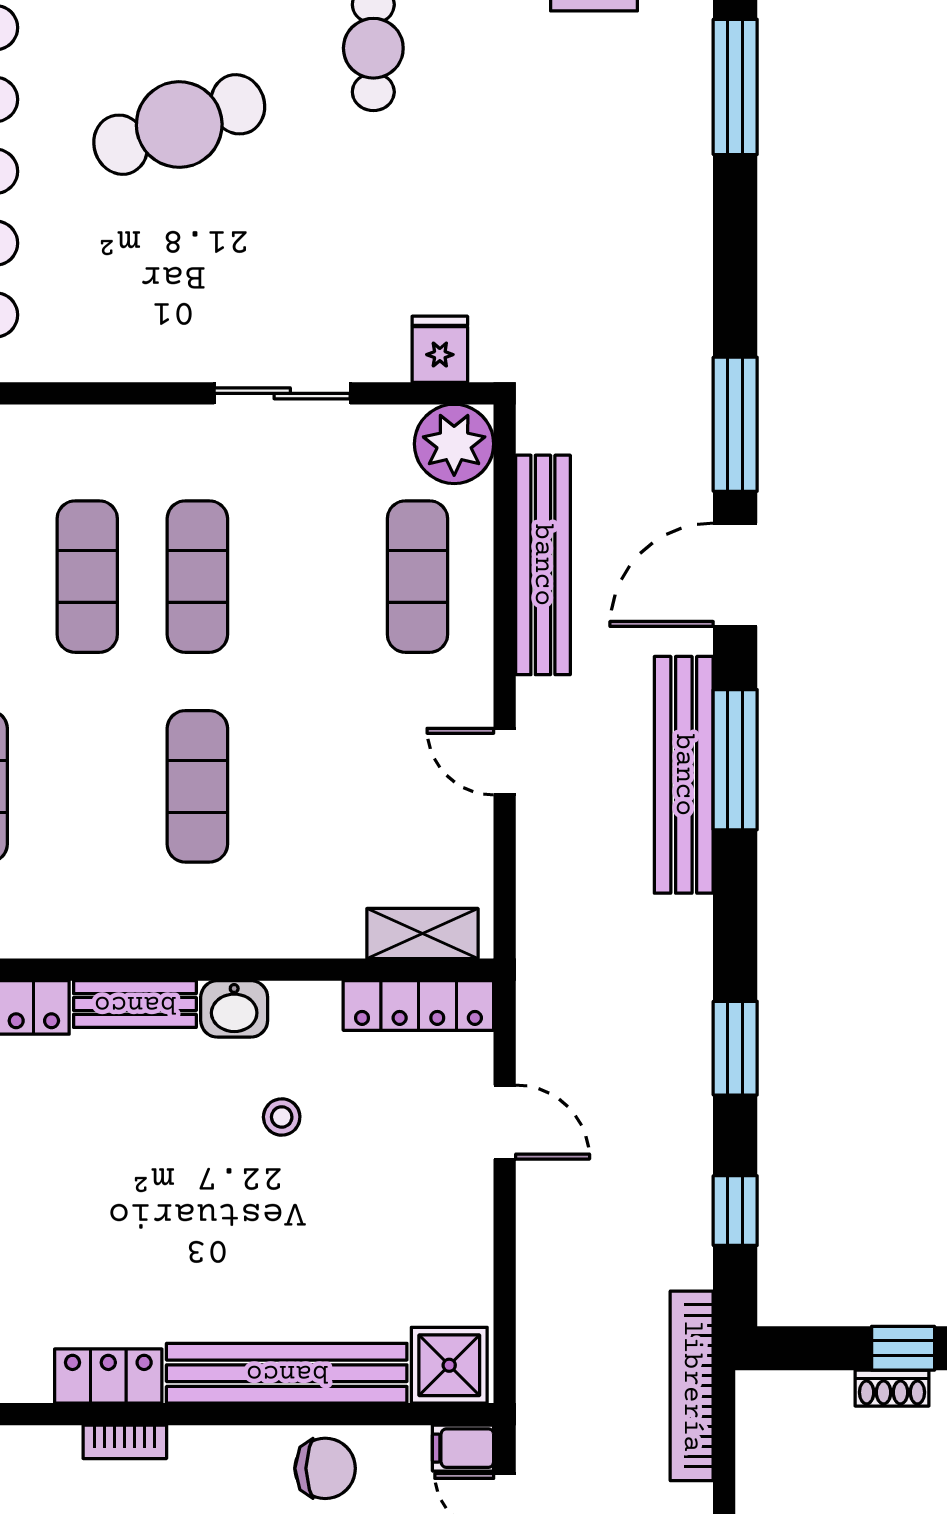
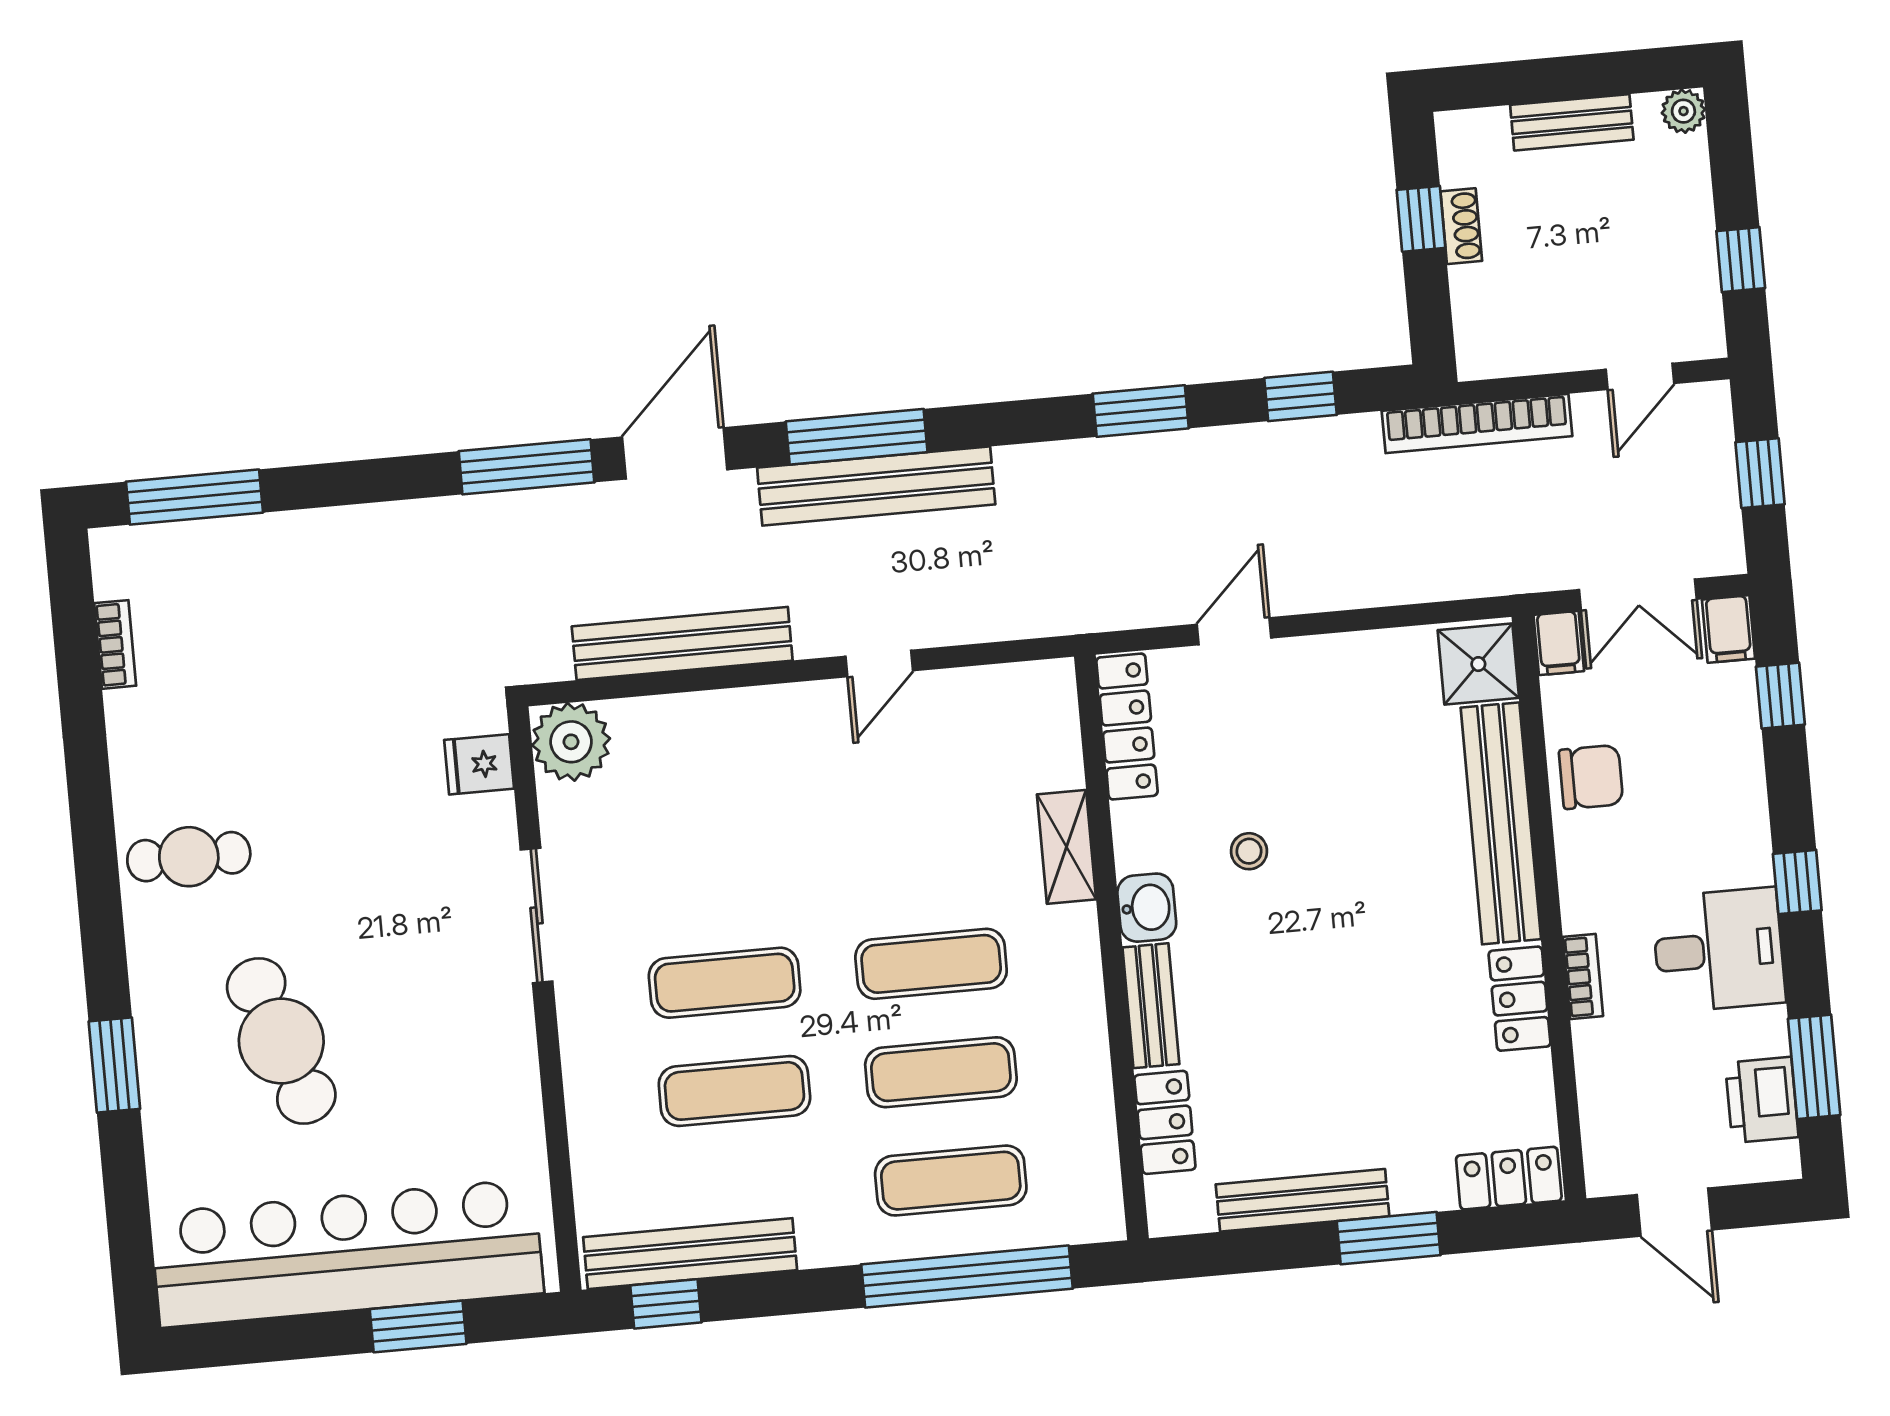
door: (735, 575) -> (675, 453), swing flipped
exercise mat: (417, 577) -> (941, 1072), moved
shelving: (422, 934) -> (1067, 847), moved
chair: (325, 1468) -> (1591, 777), turned 90

